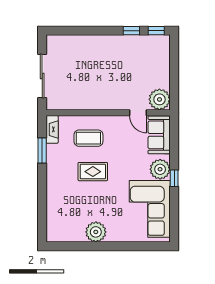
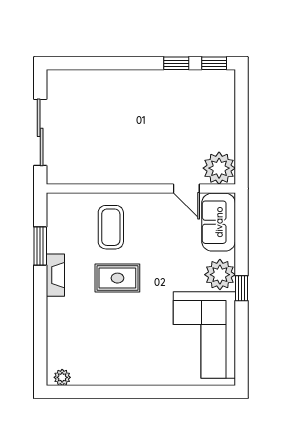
fireplace: (52, 129) -> (55, 275), moved
coffee table: (88, 138) -> (111, 227), turned 90
plant: (96, 232) -> (62, 377), moved, width x0.53, depth x0.53

